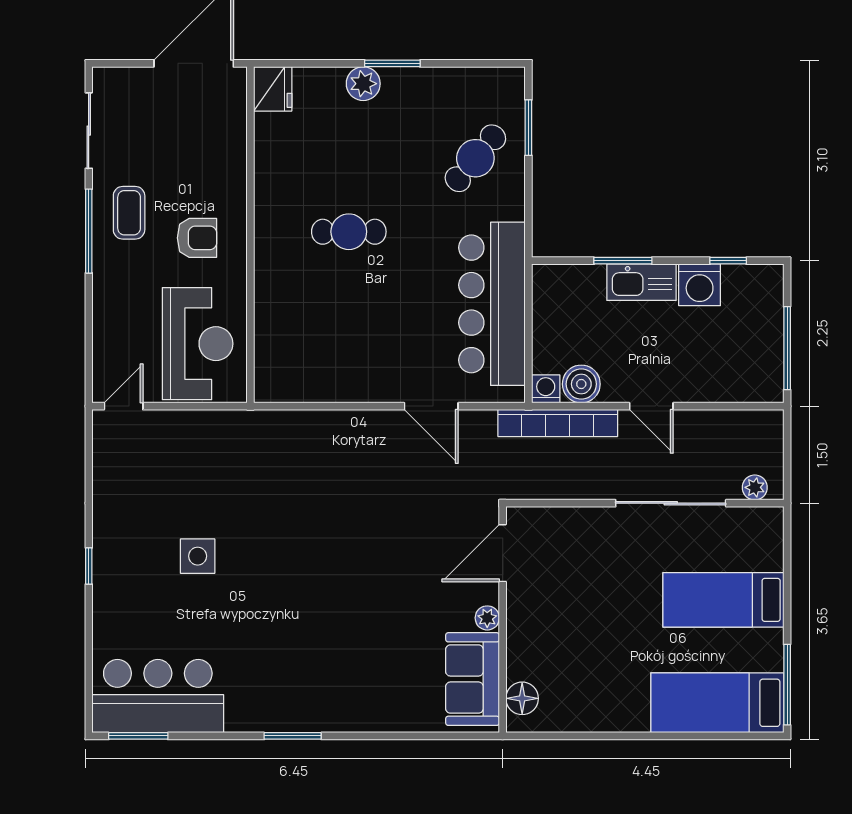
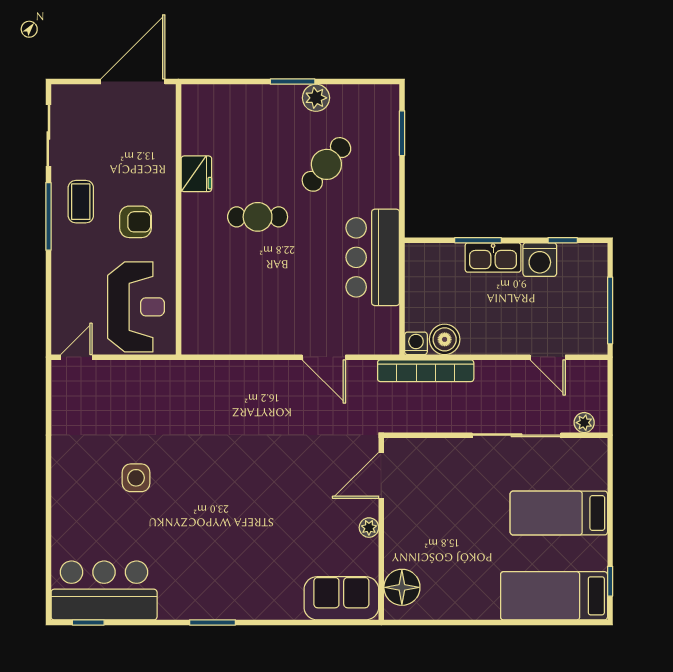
plant: (363, 84) -> (316, 98), moved
fridge: (273, 89) -> (196, 174), moved
cafe table: (475, 158) -> (326, 164), moved
bar counter: (492, 304) -> (373, 257), width x0.73
door: (651, 406) -> (548, 357), moved
window: (89, 566) -> (48, 486), removed
sofa: (472, 679) -> (341, 598), moved, turned 90
window: (787, 685) -> (610, 581), width x0.46
floor lamp: (522, 698) -> (402, 587), width x1.38, depth x1.38
window: (138, 736) -> (88, 622), width x0.67

